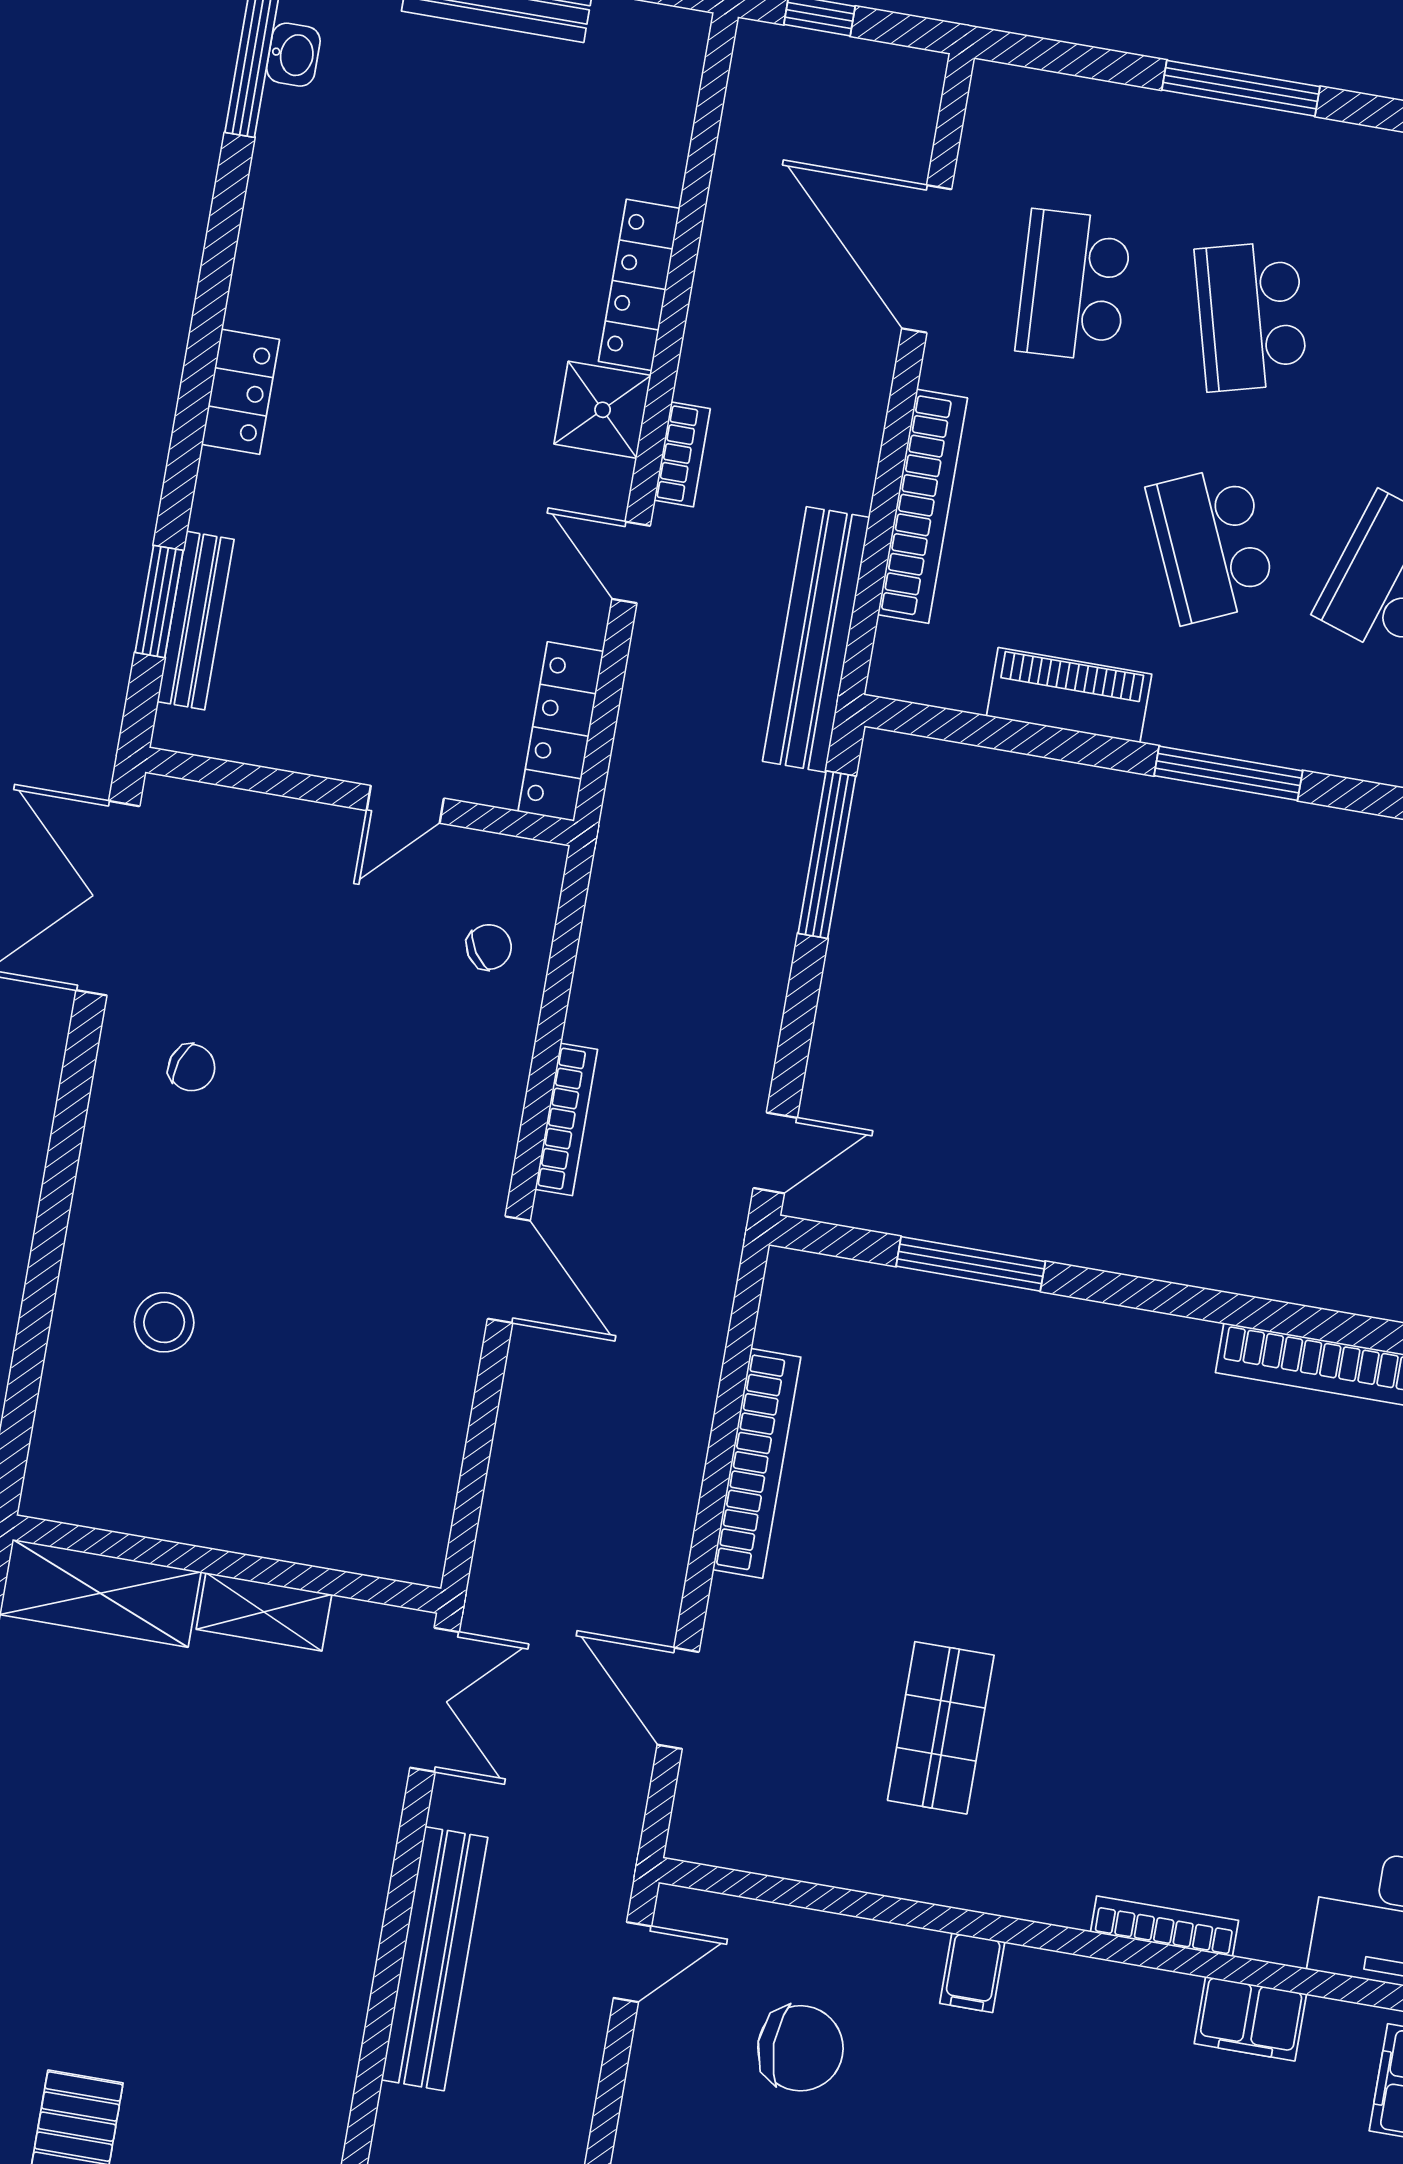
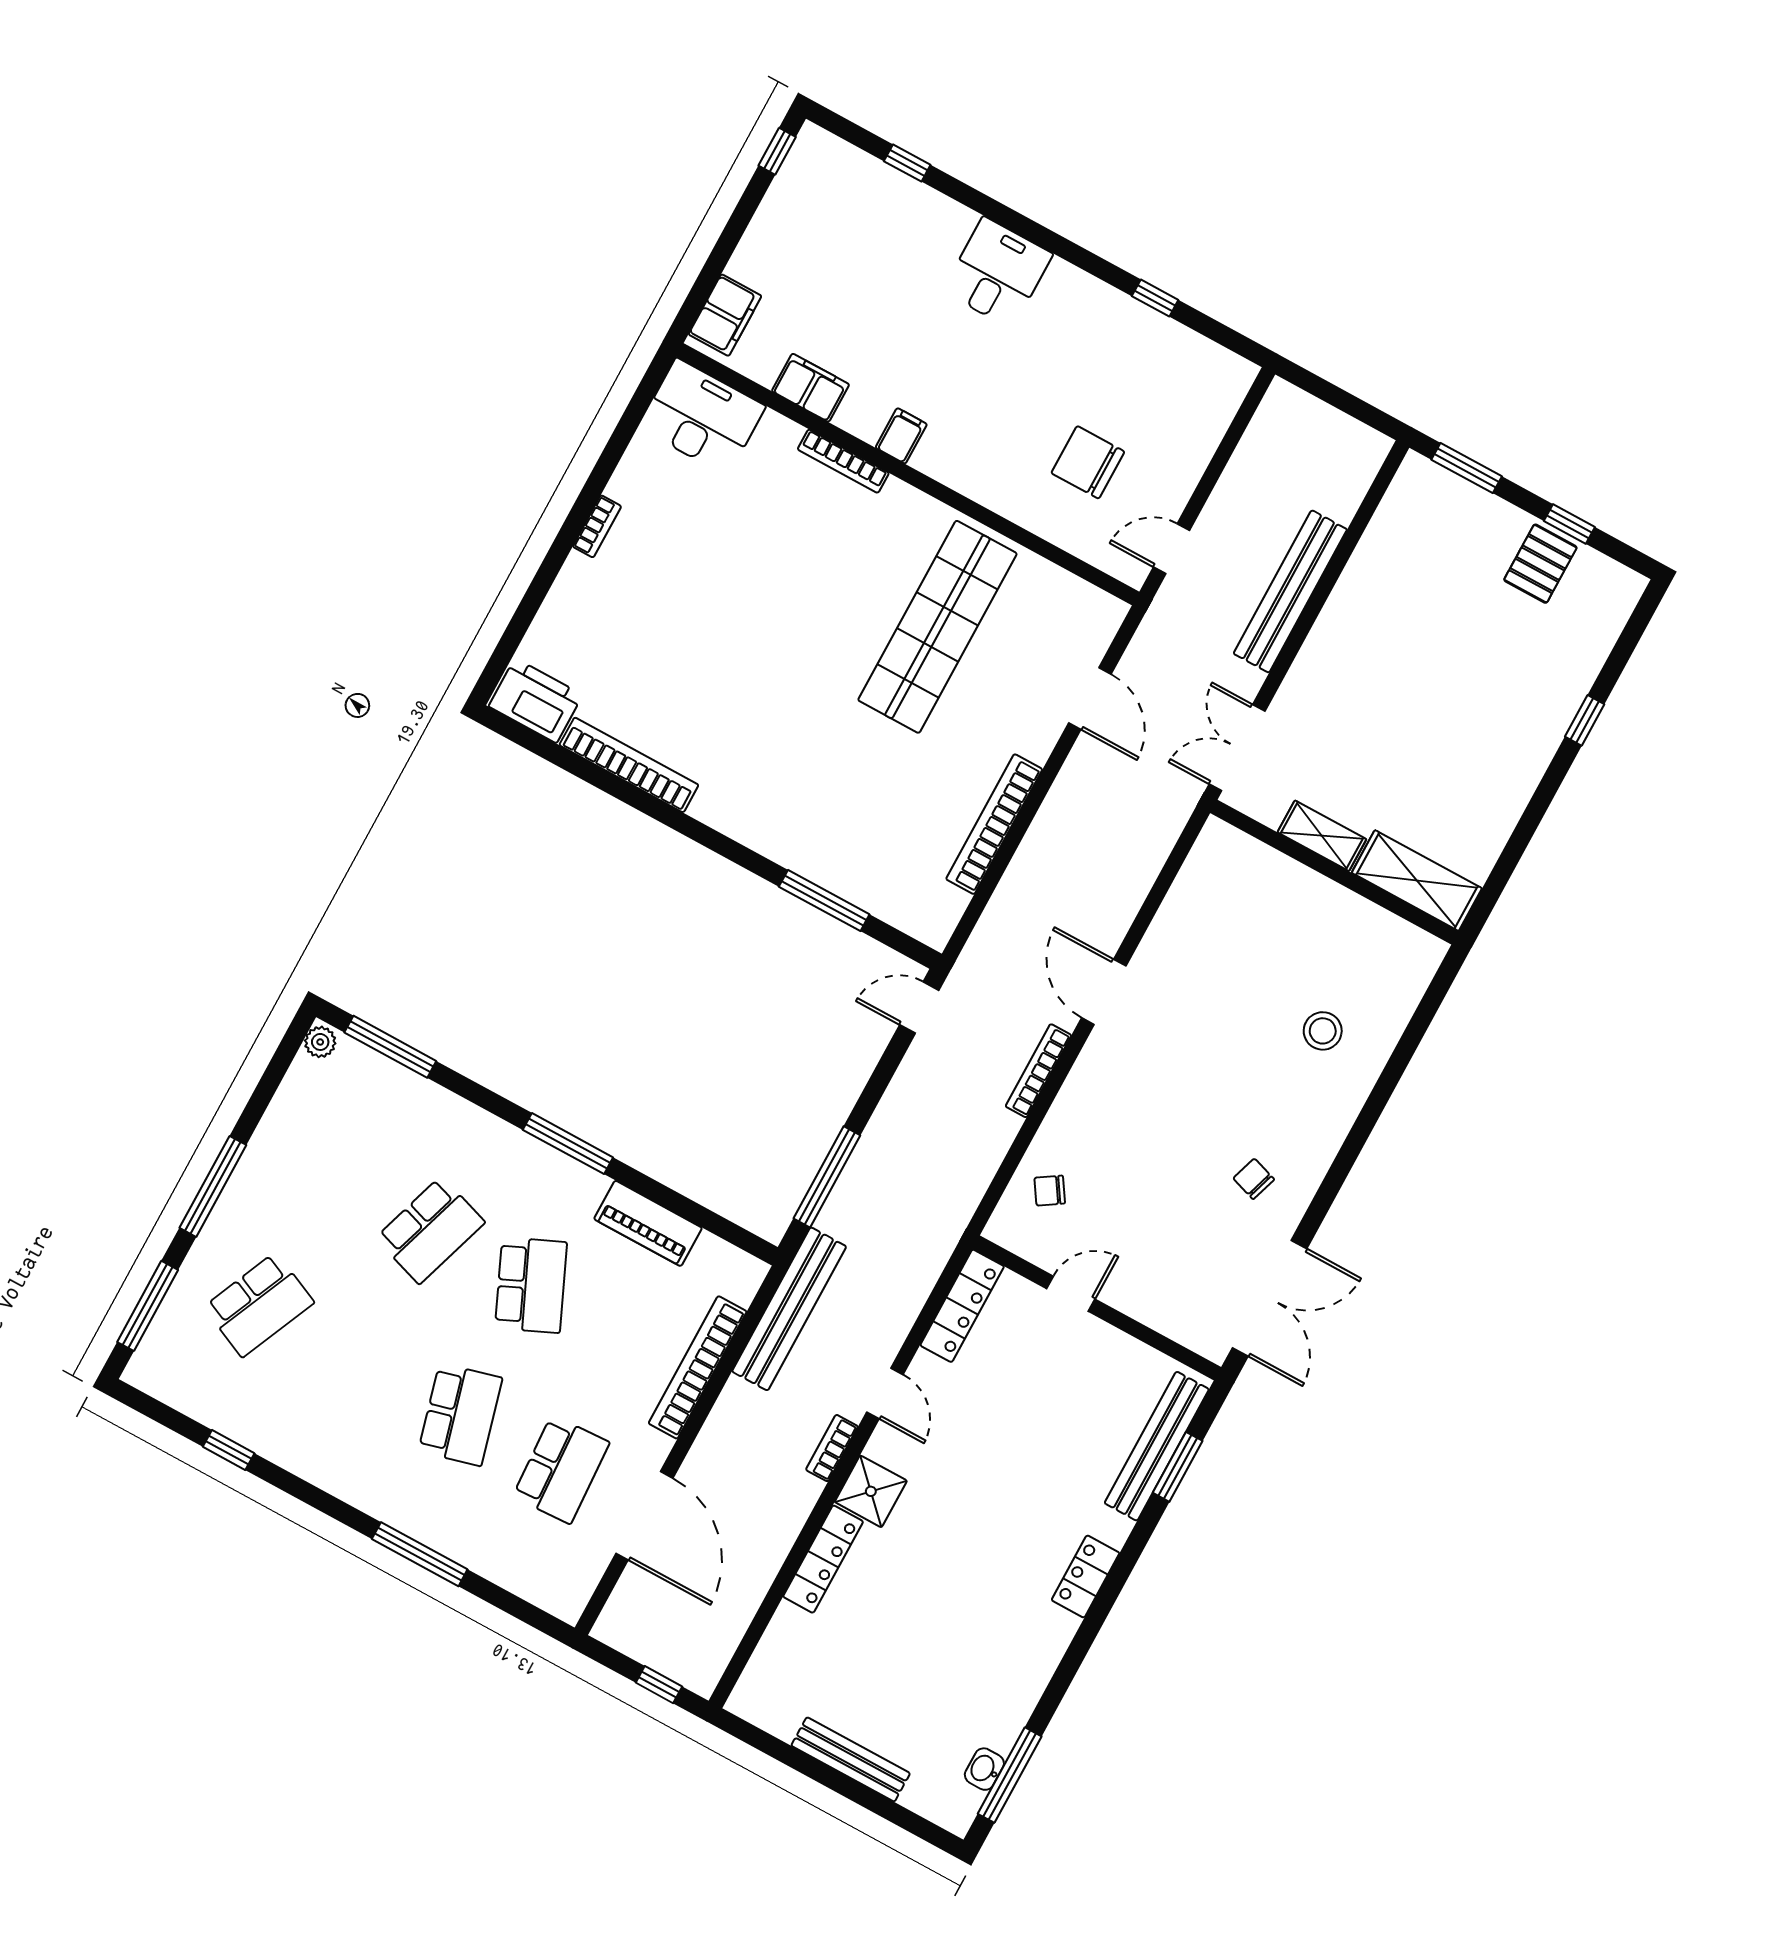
bench: (196, 621) -> (1157, 1446), width x1.37, depth x1.21
shop shelf: (941, 1728) -> (937, 627), width x2.00, depth x1.36
filing cabinet: (972, 1973) -> (901, 436), moved

